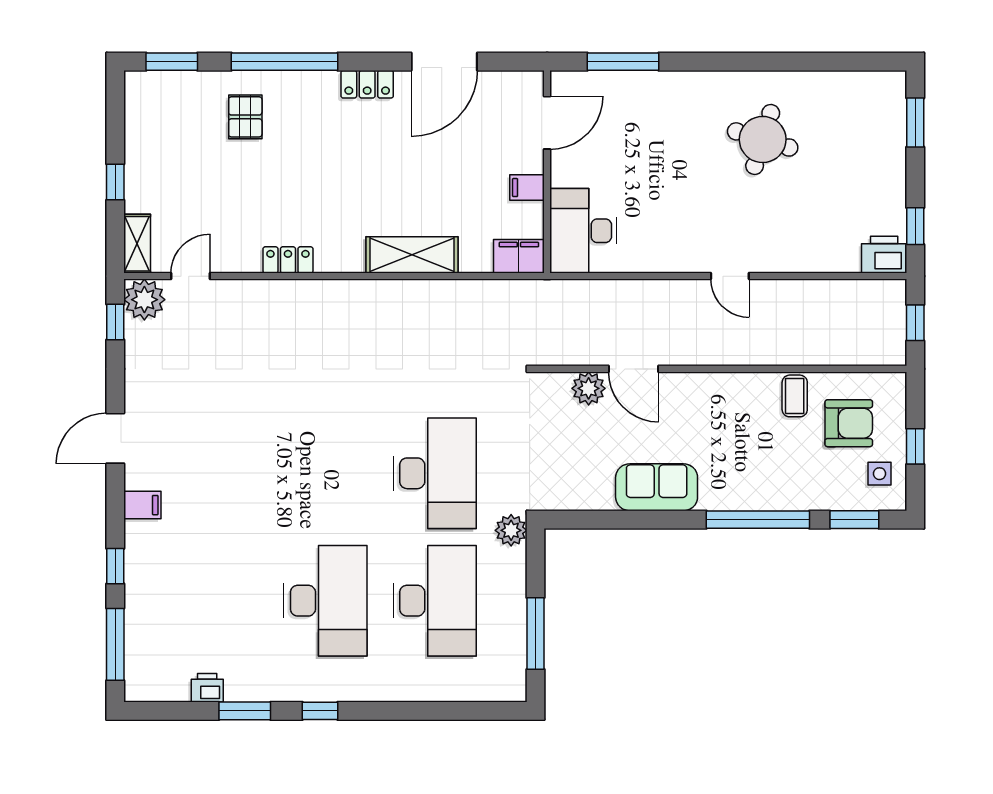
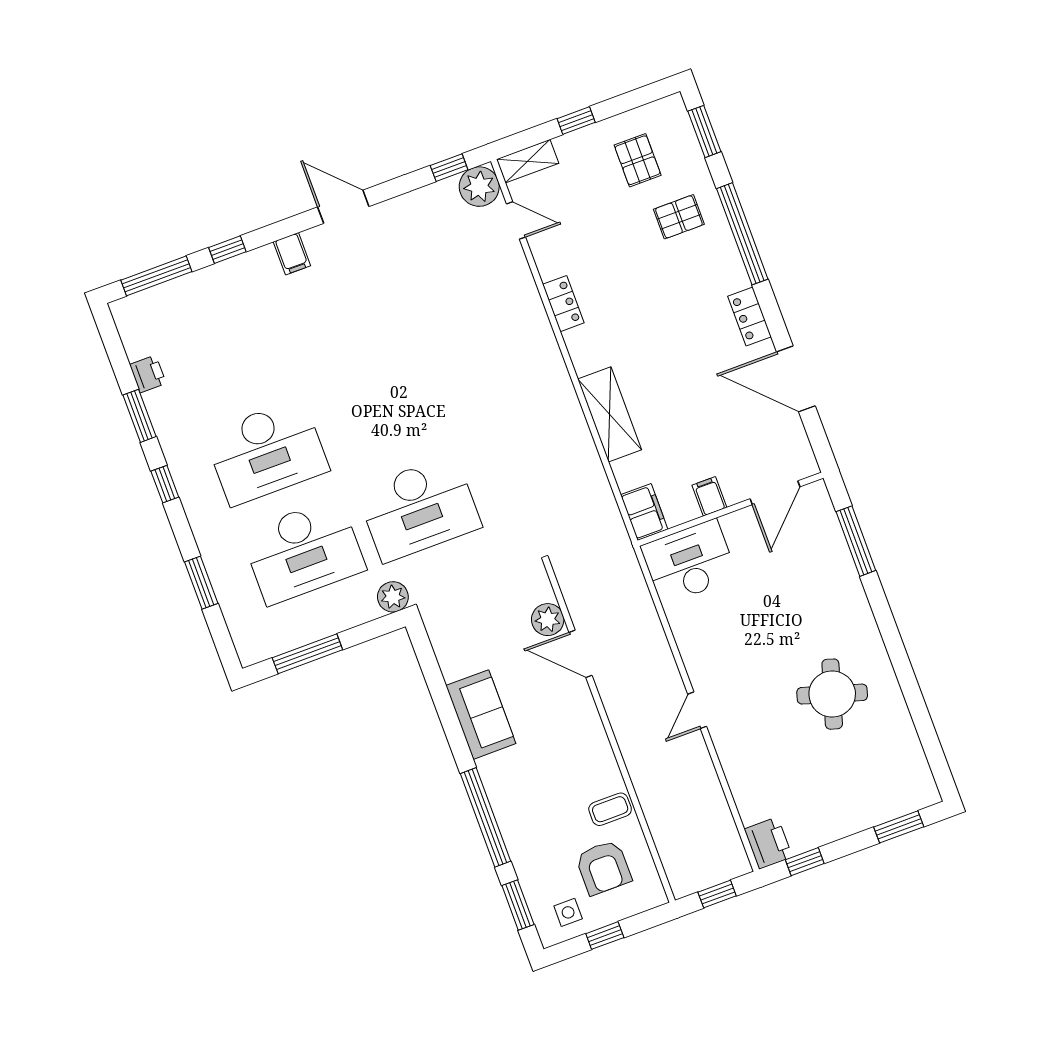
door: (547, 123) -> (775, 493), hinge flipped
pallet: (176, 137) -> (638, 160), added
door: (633, 369) -> (581, 654), hinge flipped
window: (429, 711) -> (201, 583), added

